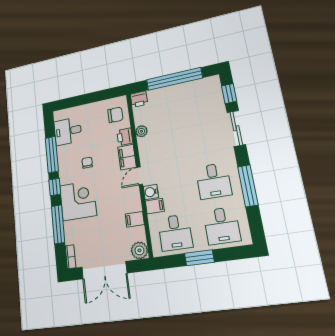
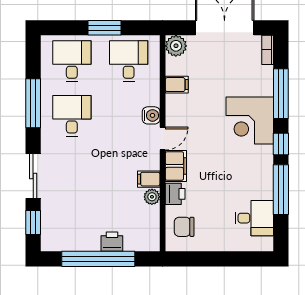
printer: (139, 99) -> (112, 242), moved
chair: (87, 163) -> (231, 169), removed
filing cabinet: (155, 206) -> (149, 179), moved

